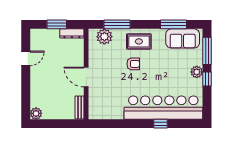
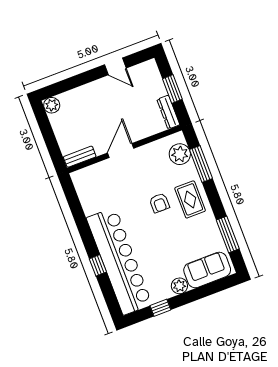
sofa: (183, 38) -> (207, 270), moved, turned 90
window: (207, 51) -> (211, 289), removed
window: (207, 79) -> (160, 308), moved

